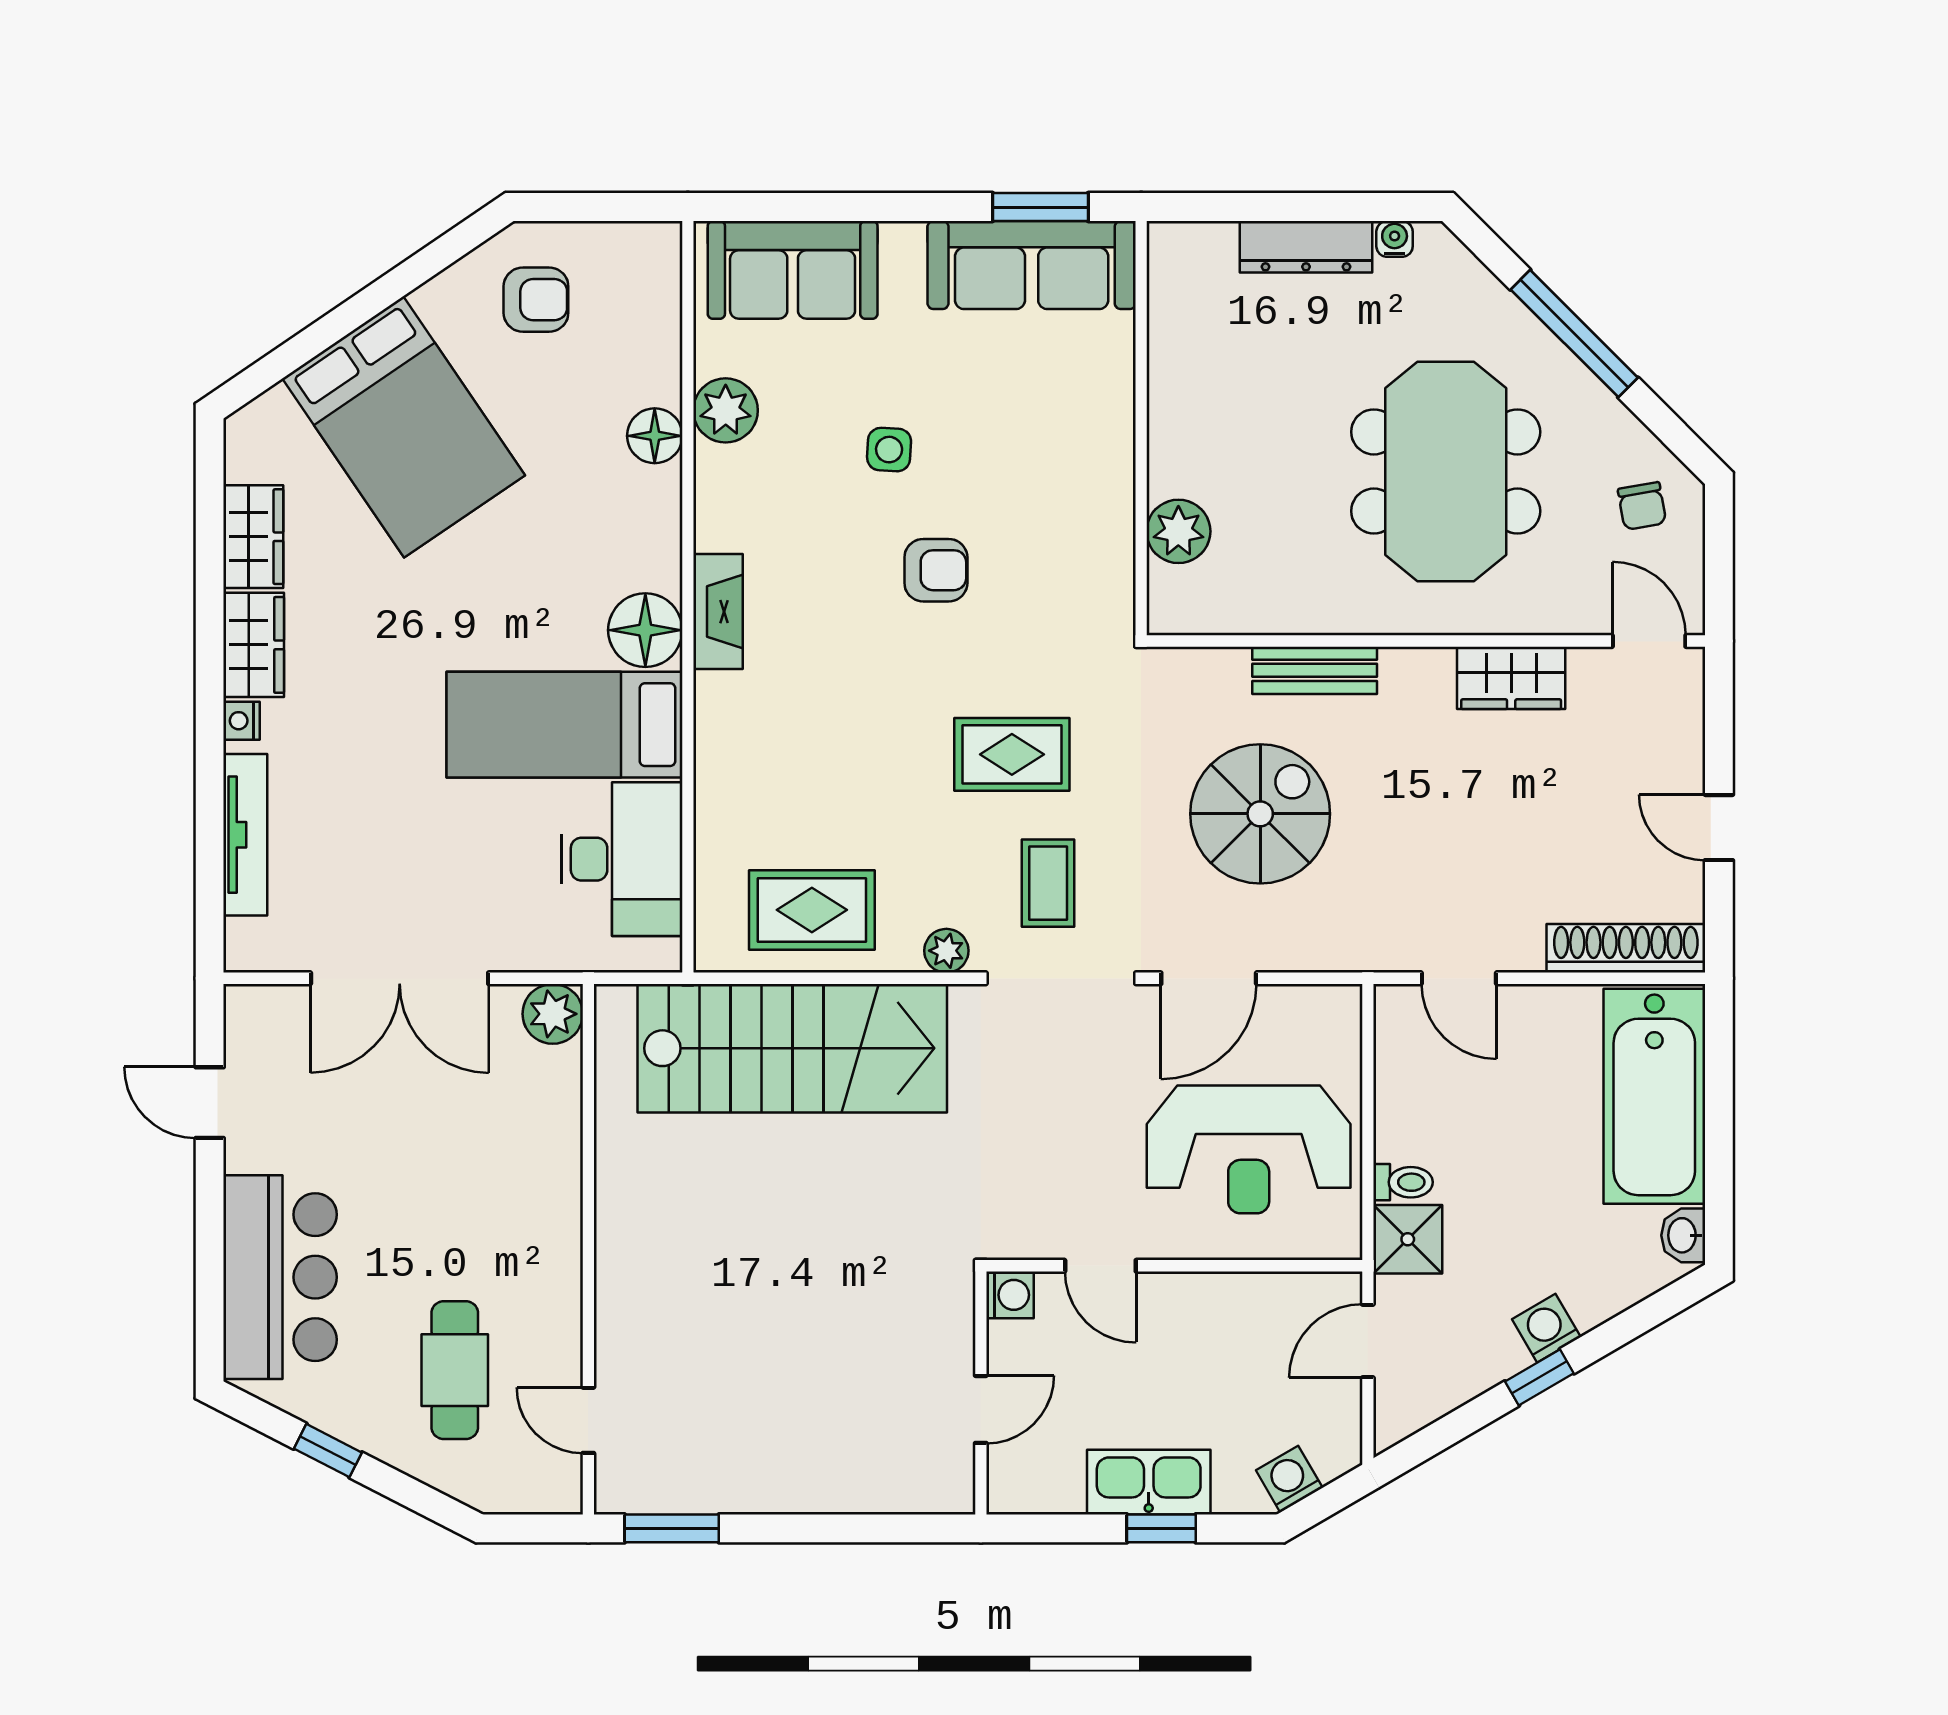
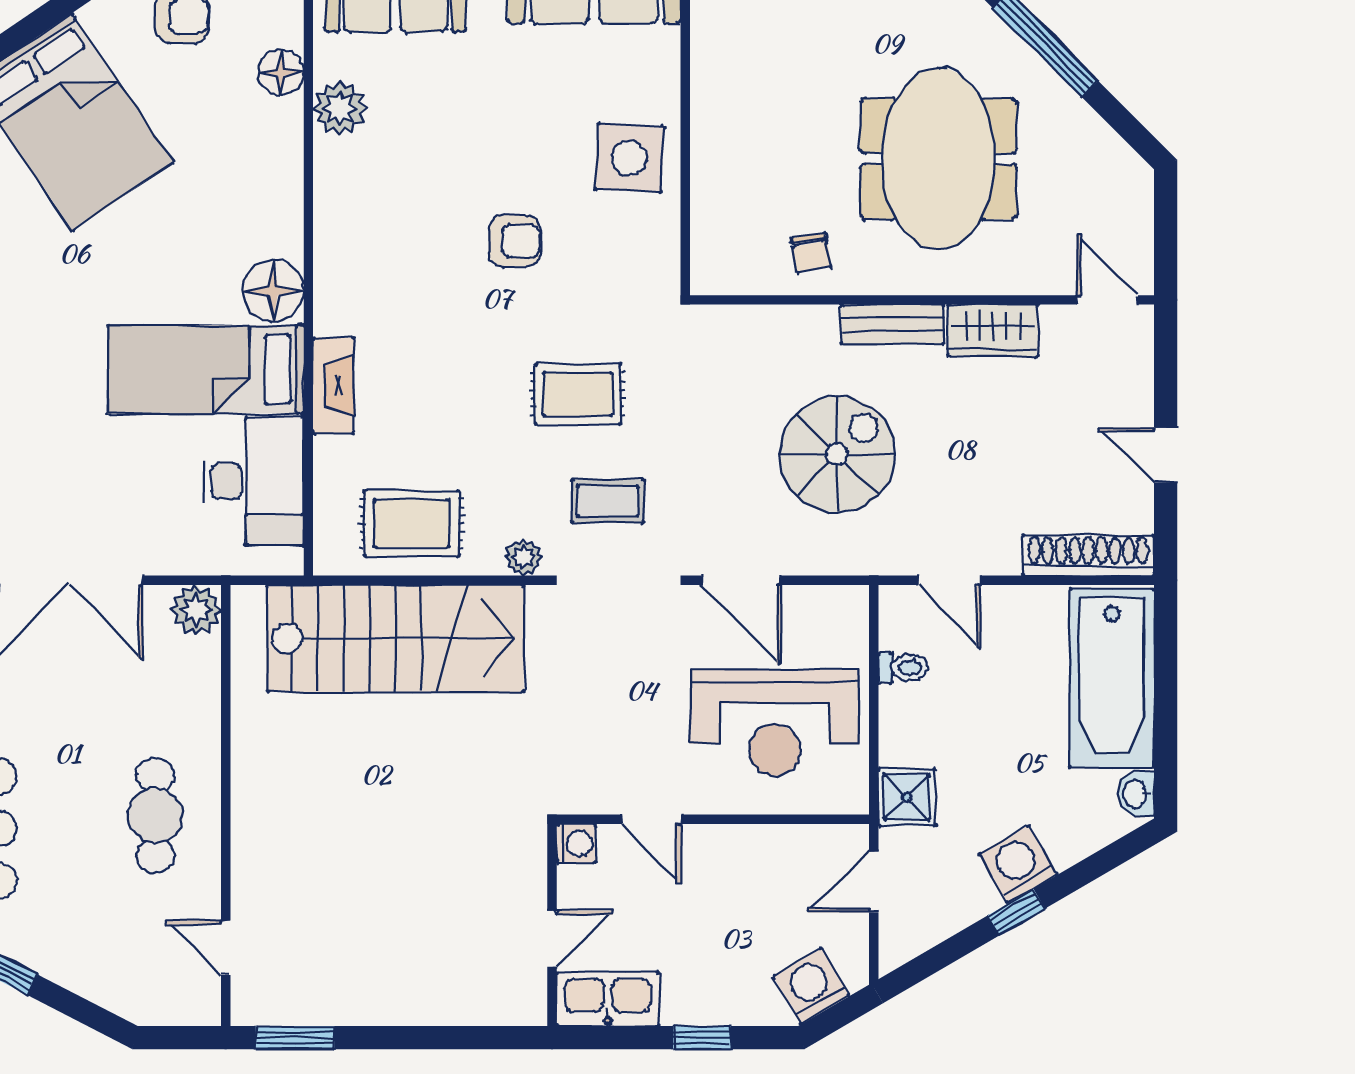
floor lamp: (655, 436) -> (281, 72), moved
side table: (889, 450) -> (630, 158), moved, width x1.87, depth x1.87
chair: (1642, 506) -> (811, 253), moved
plant: (1178, 531) -> (716, 209), removed
fireplace: (718, 612) -> (333, 385), moved
bench: (1315, 670) -> (893, 324), moved
spiral stairs: (1260, 814) -> (837, 454), moved
coffee table: (1048, 883) -> (608, 501), turned 90
door: (1209, 978) -> (741, 580), hinge flipped
toilet: (1403, 1182) -> (903, 668), moved
washing machine: (1546, 1328) -> (1018, 864), width x1.38, depth x1.38
cafe table: (455, 1370) -> (156, 815), moved
washing machine: (1289, 1479) -> (811, 986), width x1.38, depth x1.38
kitchen sink: (1149, 1482) -> (608, 999), moved

